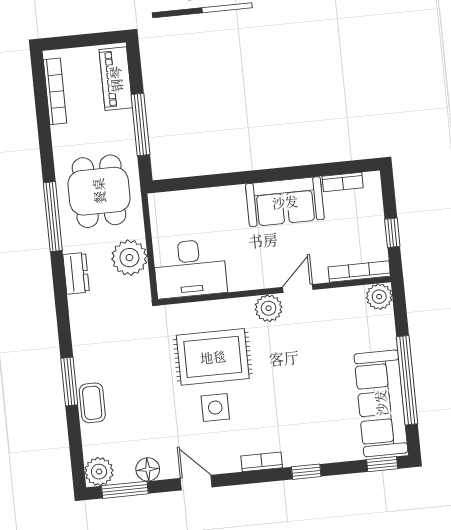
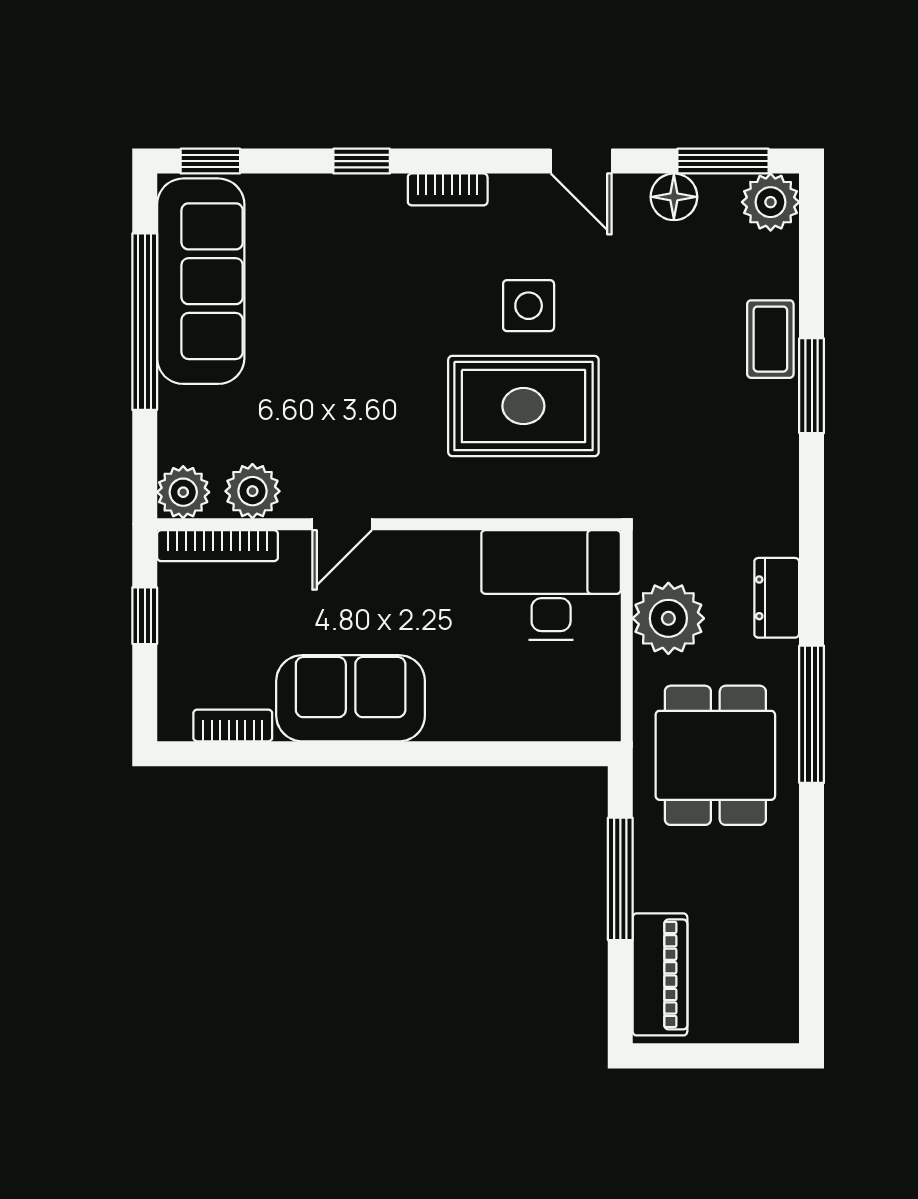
bookcase: (55, 91) -> (782, 961), removed
plant: (269, 308) -> (252, 491), moved

